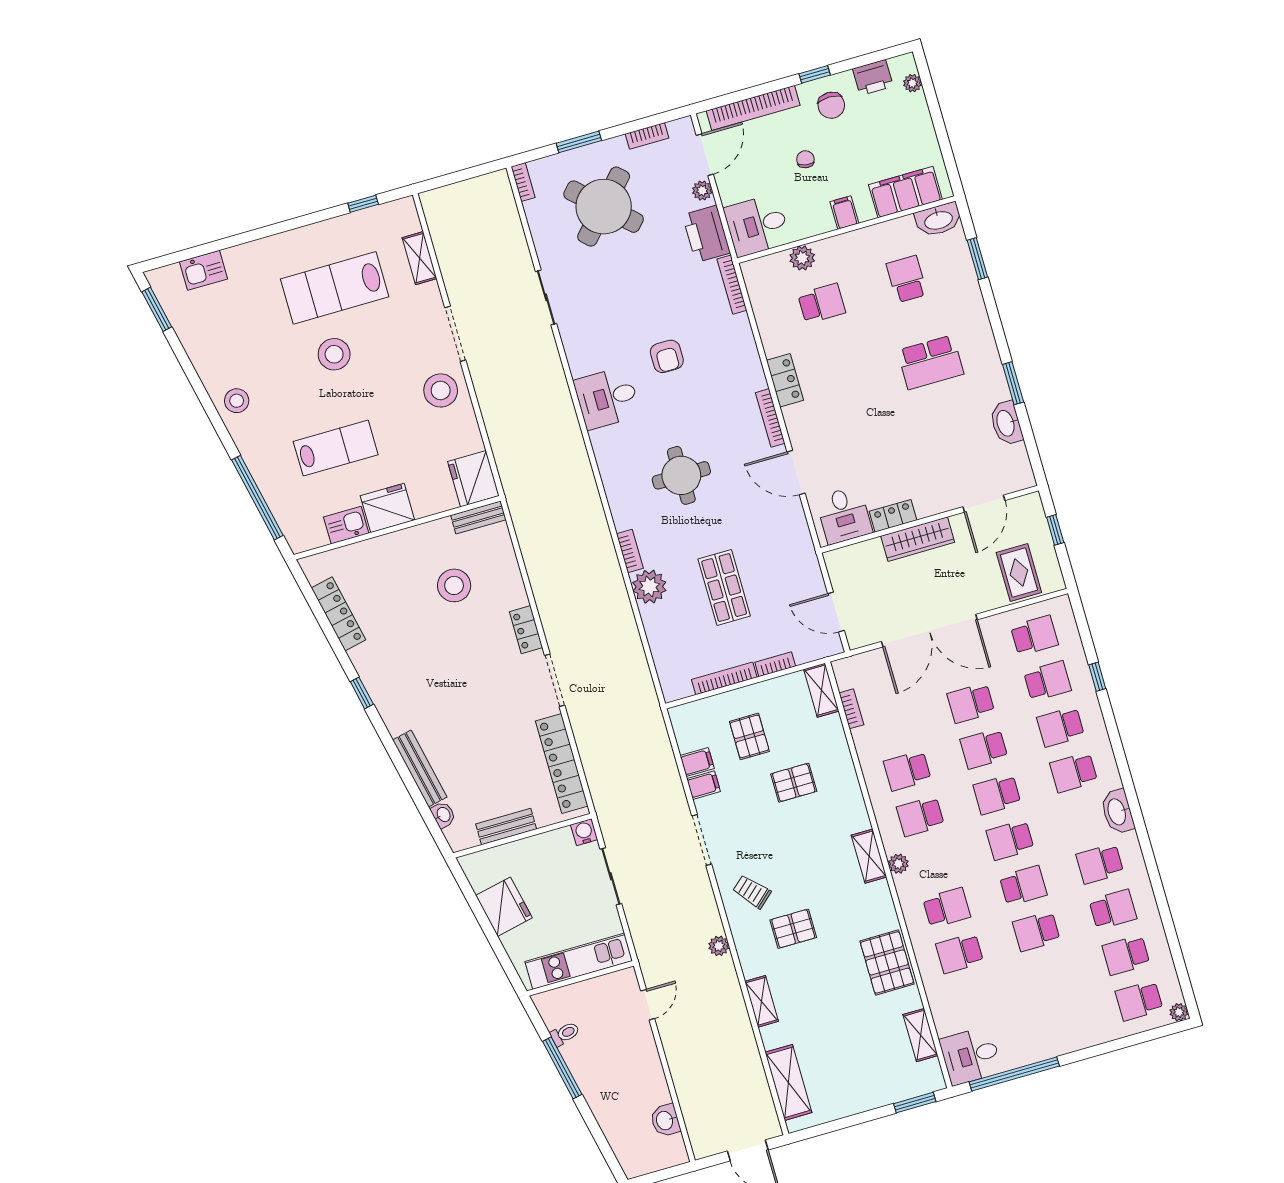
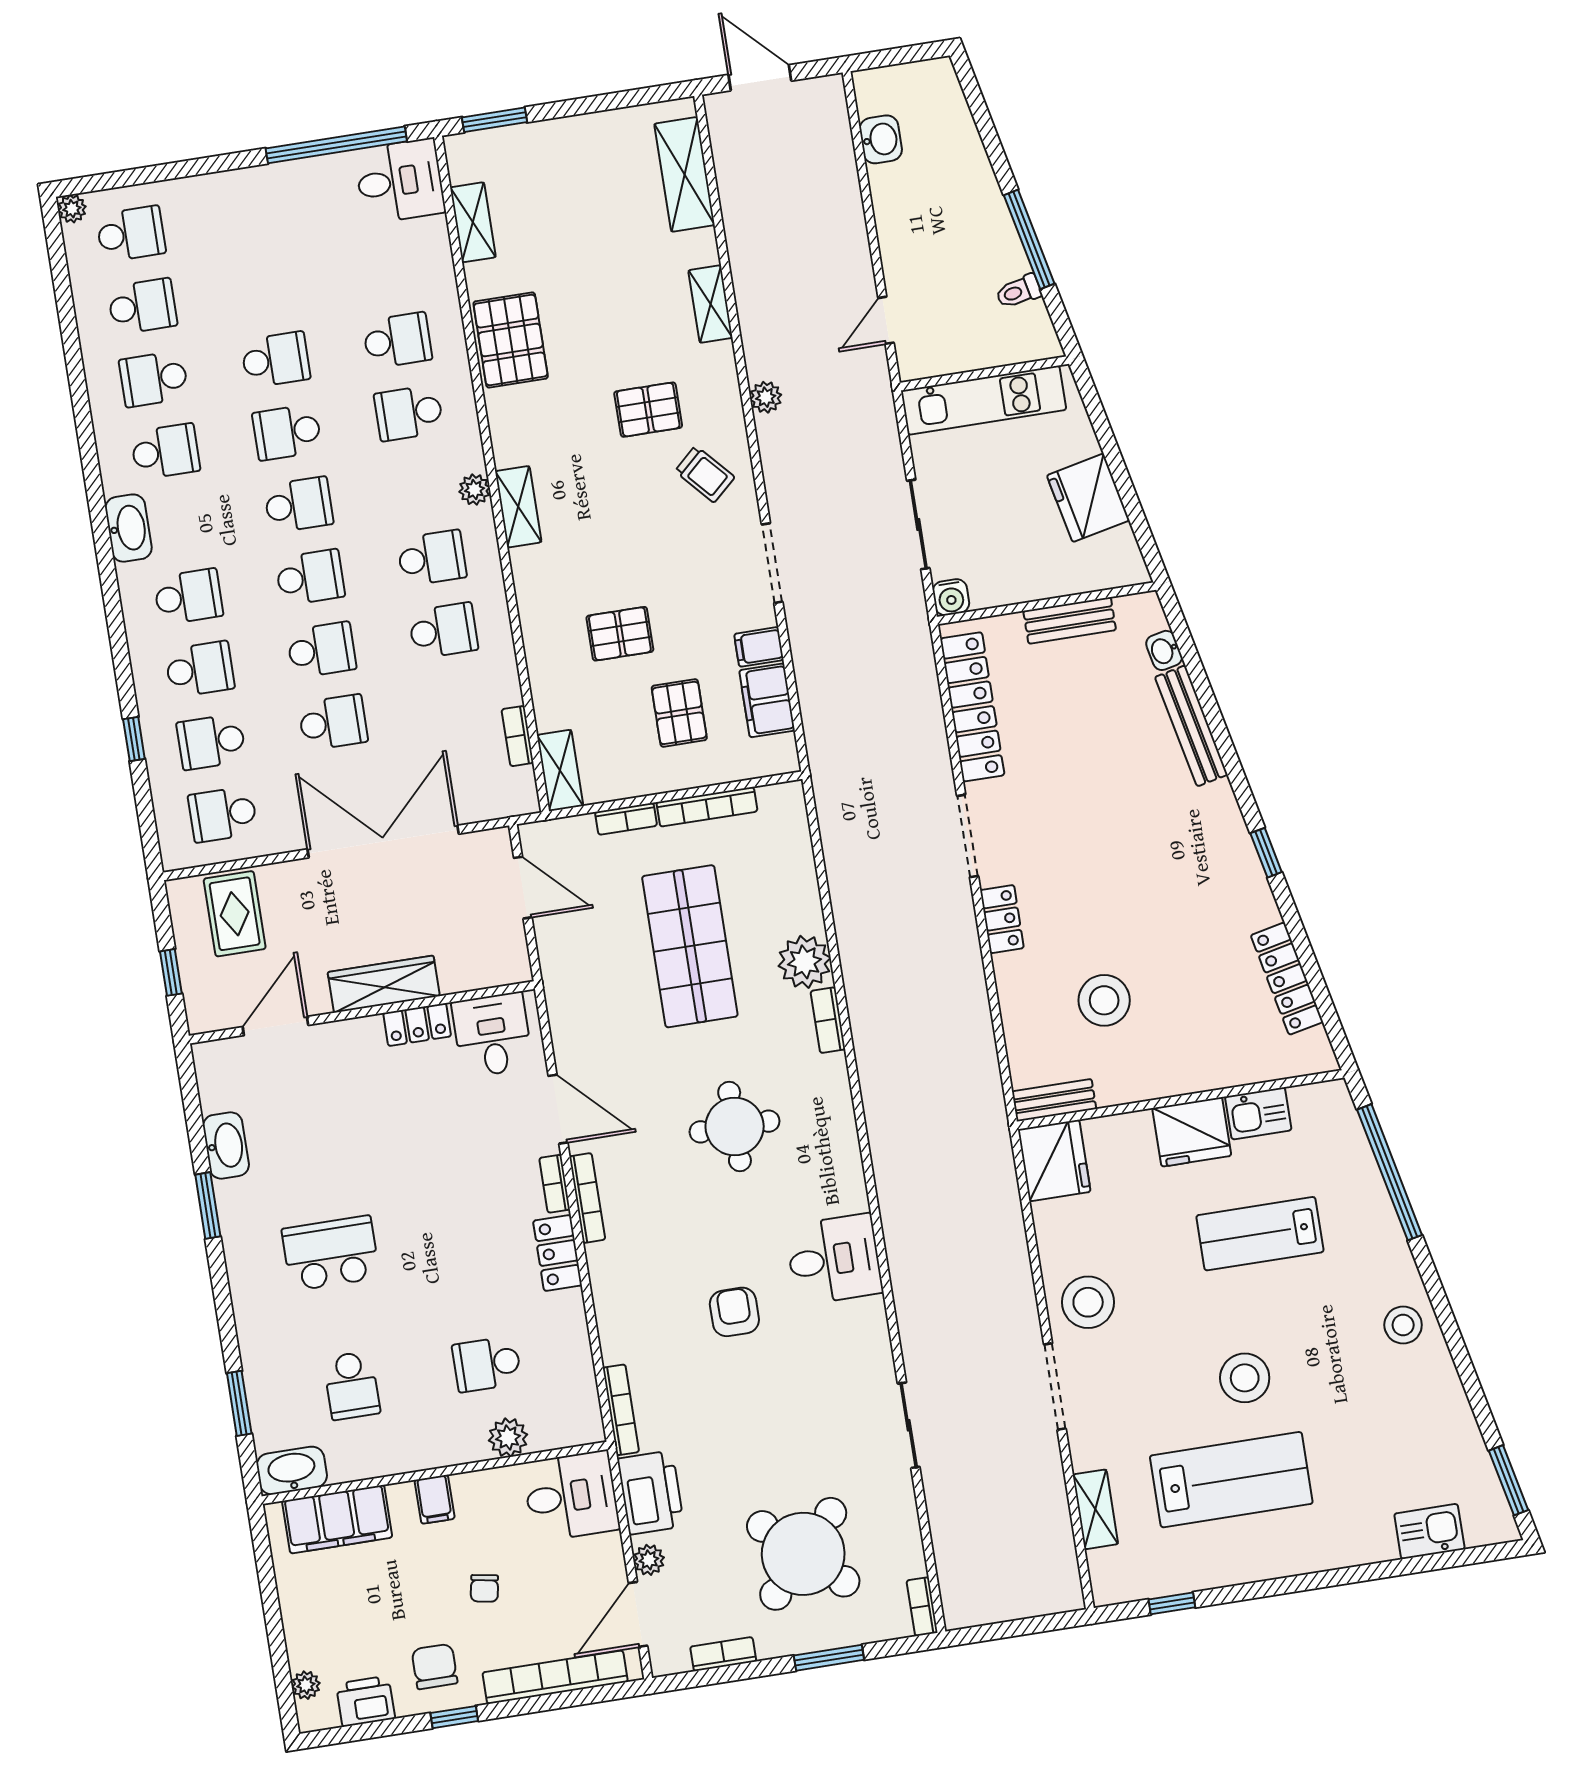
bookcase: (792, 425) -> (555, 1184), added
shop shelf: (724, 588) -> (690, 946), width x1.43, depth x1.36
filing cabinet: (697, 762) -> (767, 700), width x2.00

